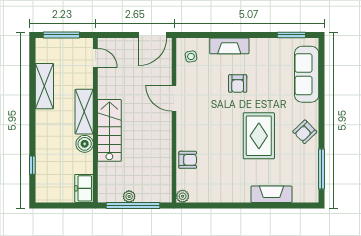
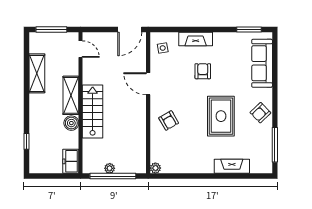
armchair: (238, 84) -> (203, 71), turned 180
armchair: (188, 160) -> (169, 120), moved, turned 60

